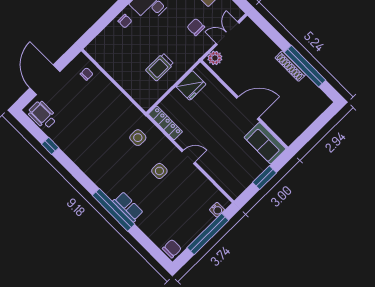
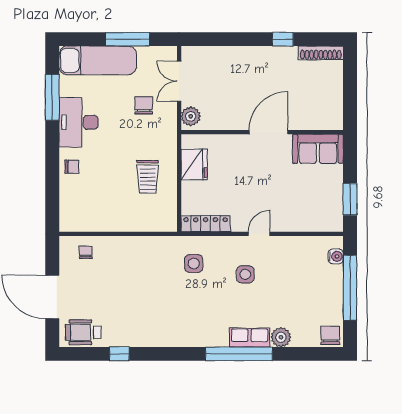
chair: (196, 27) -> (144, 105), turned 90
shoe rack: (290, 66) -> (321, 53), moved
window: (305, 66) -> (283, 39), width x0.32
window: (265, 178) -> (350, 199), moved
plant: (145, 223) -> (281, 337), added

